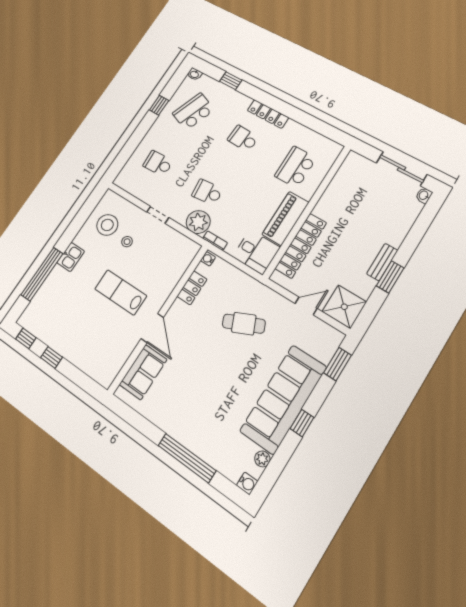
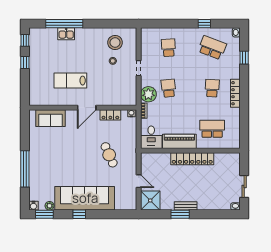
sliding door: (402, 169) -> (244, 186), width x0.73
locker: (301, 246) -> (192, 159), moved
kitchen sink: (71, 257) -> (66, 34), moved
lab bench: (121, 292) -> (70, 81), moved, turned -90
door: (152, 328) -> (87, 108), moved
window: (338, 364) -> (44, 214), moved

